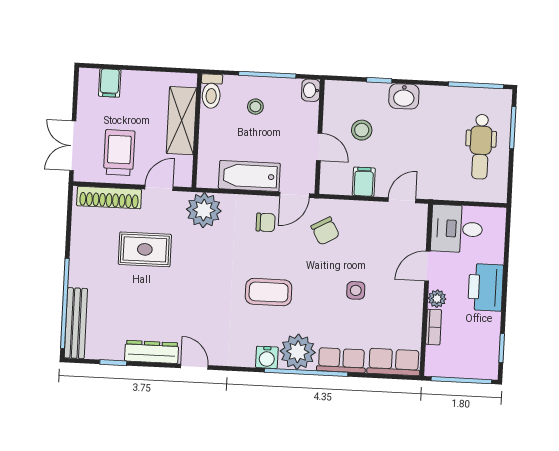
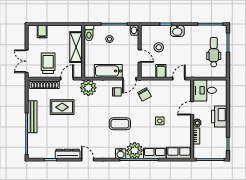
dental chair: (481, 147) -> (214, 52), turned 180
bench: (76, 323) -> (32, 117), moved

